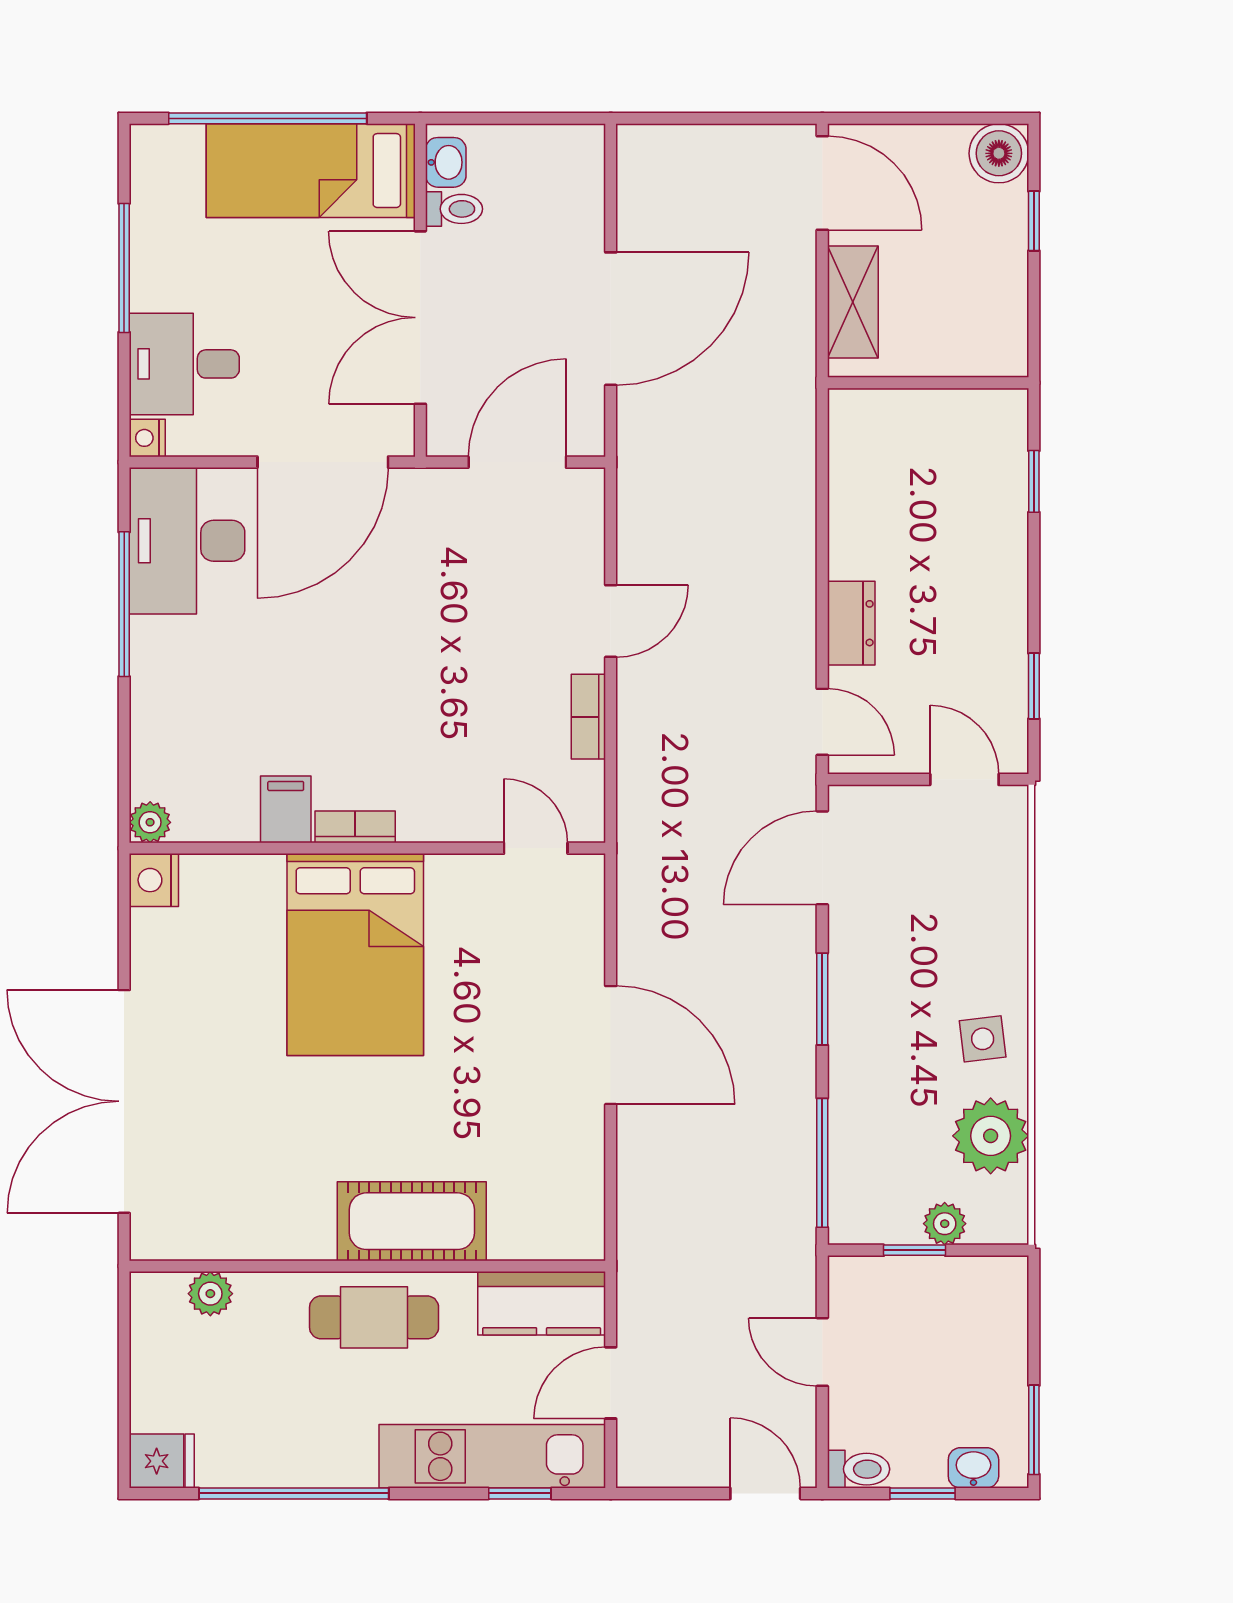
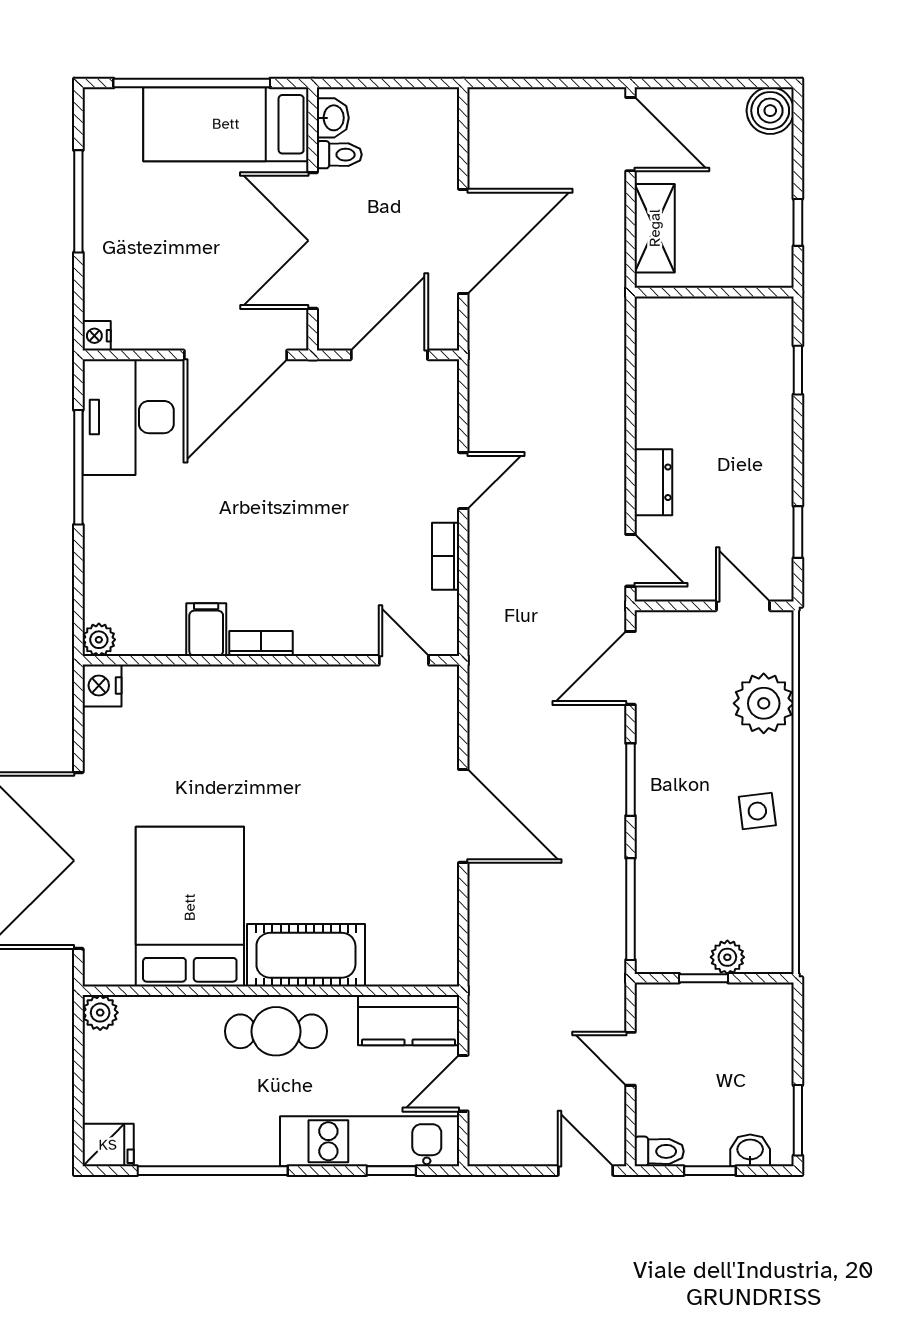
window: (1034, 221) -> (798, 222), moved
desk: (184, 364) -> (126, 277), removed
bed: (355, 955) -> (190, 907), moved, turned 180
plant: (991, 1136) -> (764, 703), moved
plant: (210, 1294) -> (100, 1013), moved

